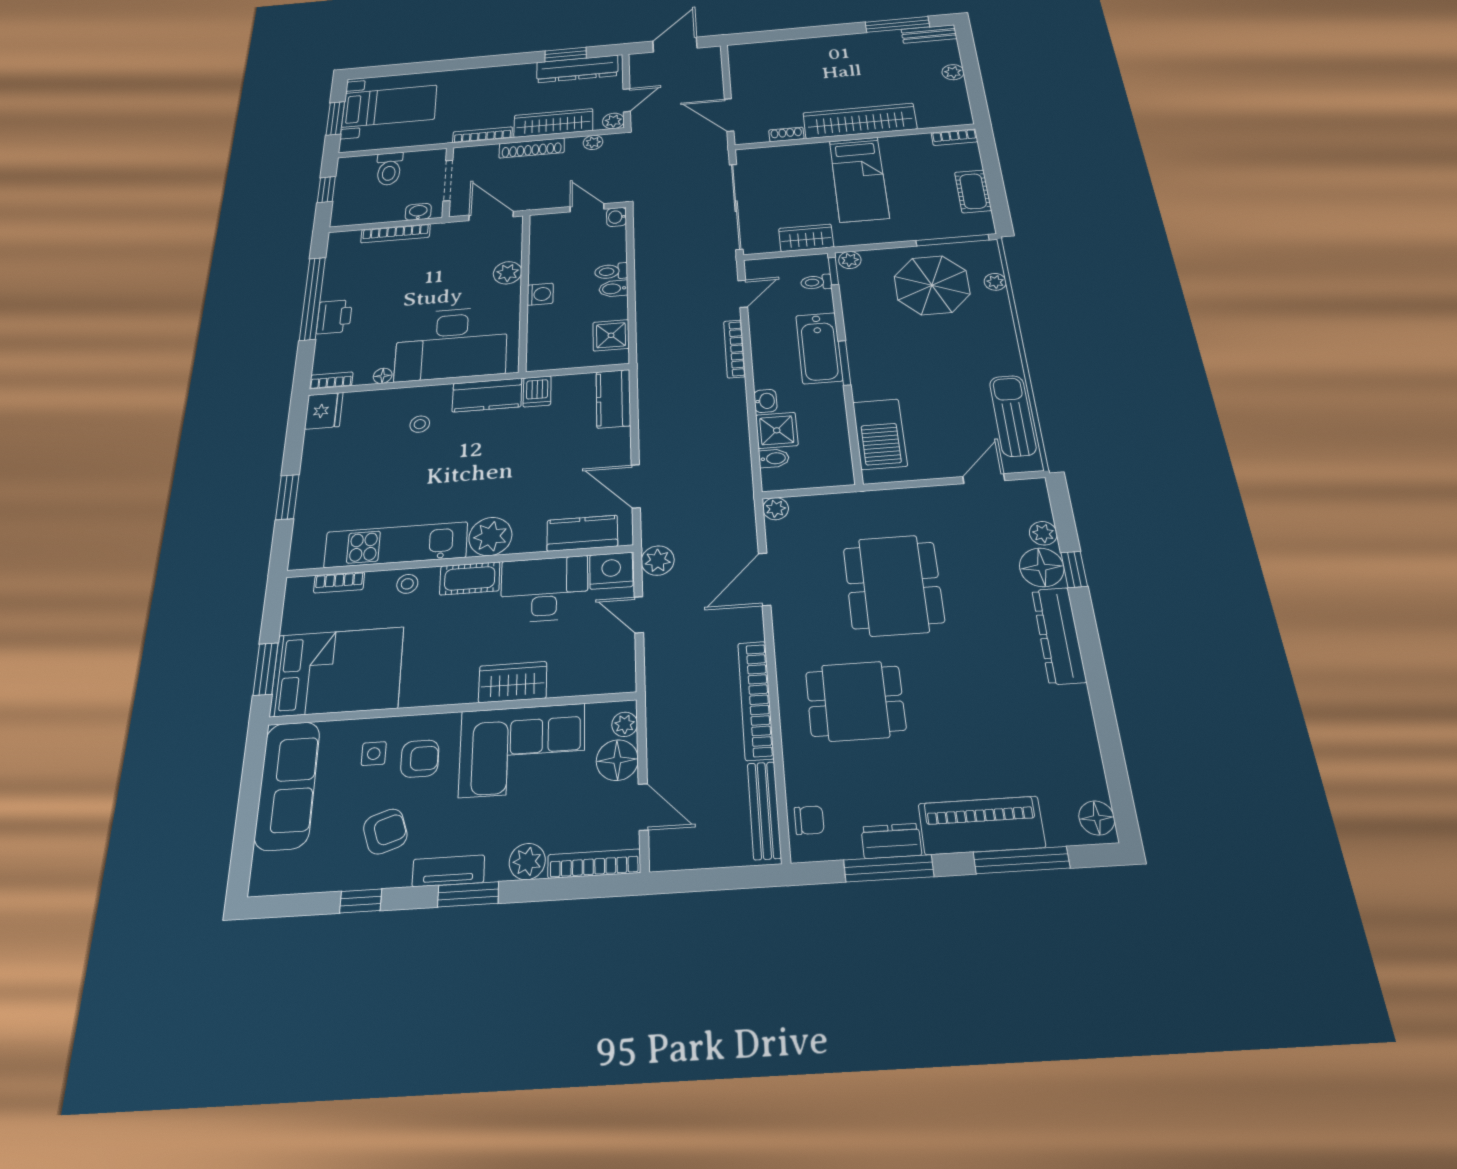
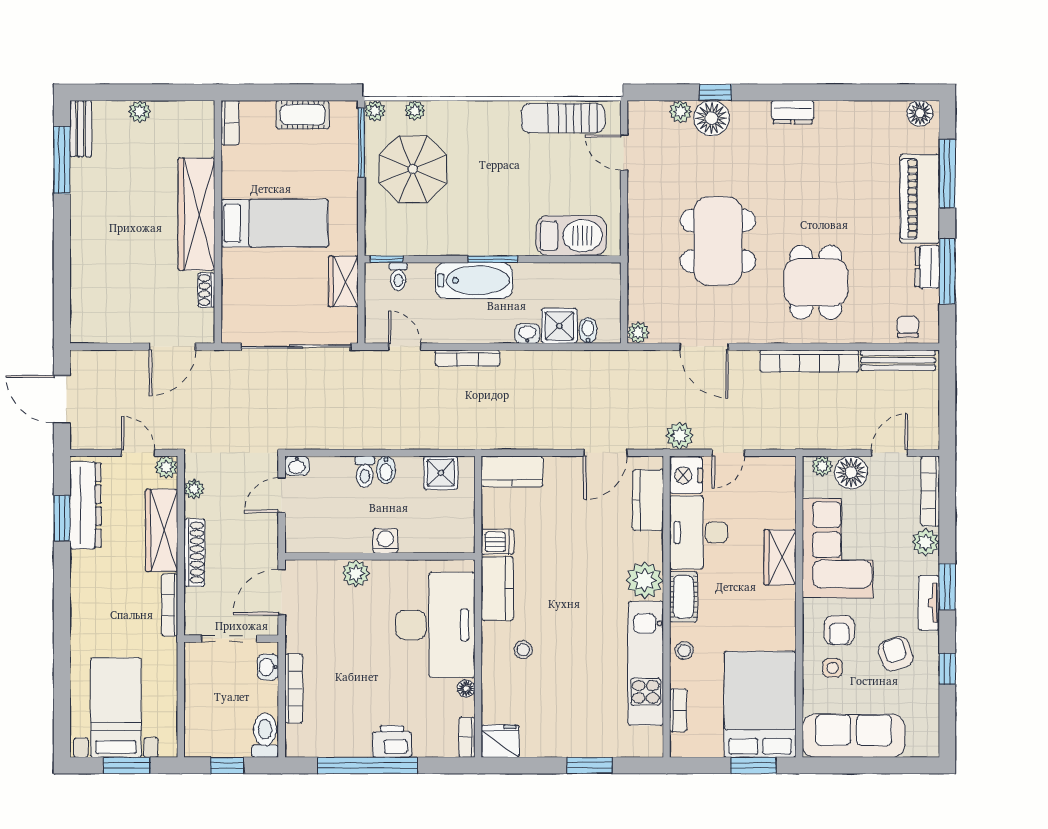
toilet: (389, 169) -> (265, 735), moved, turned -90
plant: (850, 260) -> (375, 111), moved
dining table: (893, 585) -> (718, 241), turned 90
dresser: (1059, 636) -> (793, 112), width x0.51, depth x0.80
armchair: (420, 759) -> (839, 630), turned 180

